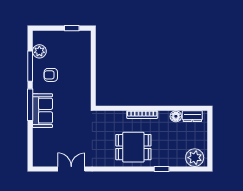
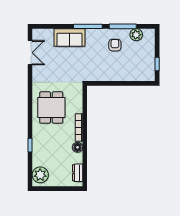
sofa: (42, 111) -> (69, 37), moved
floor lamp: (176, 116) -> (77, 147), moved
dining table: (133, 147) -> (51, 107), moved
double door: (71, 169) -> (30, 53), moved

